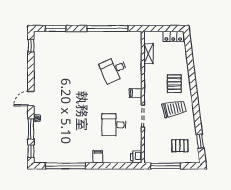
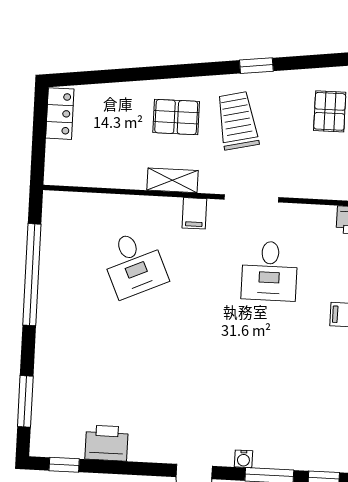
shelving: (149, 54) -> (172, 180), moved
printer: (41, 62) -> (107, 443), added
window: (200, 141) -> (256, 66), moved

